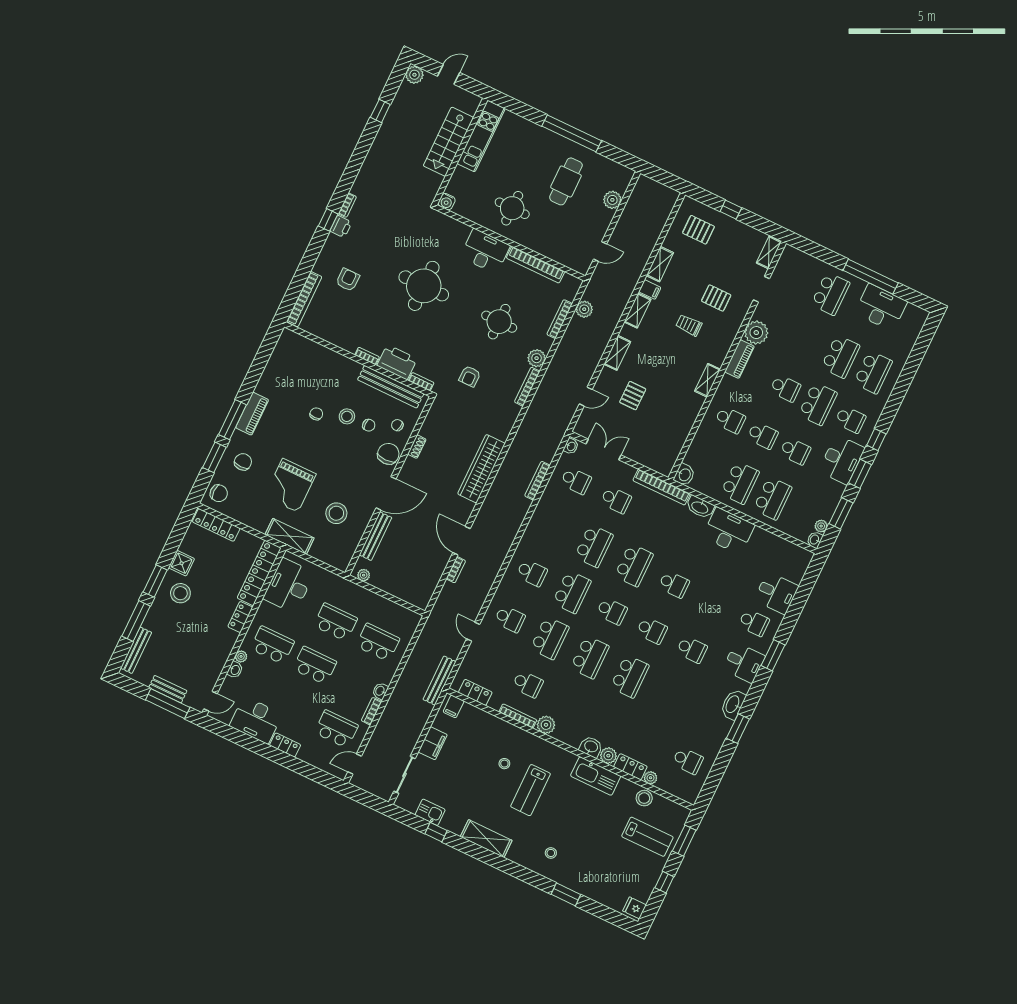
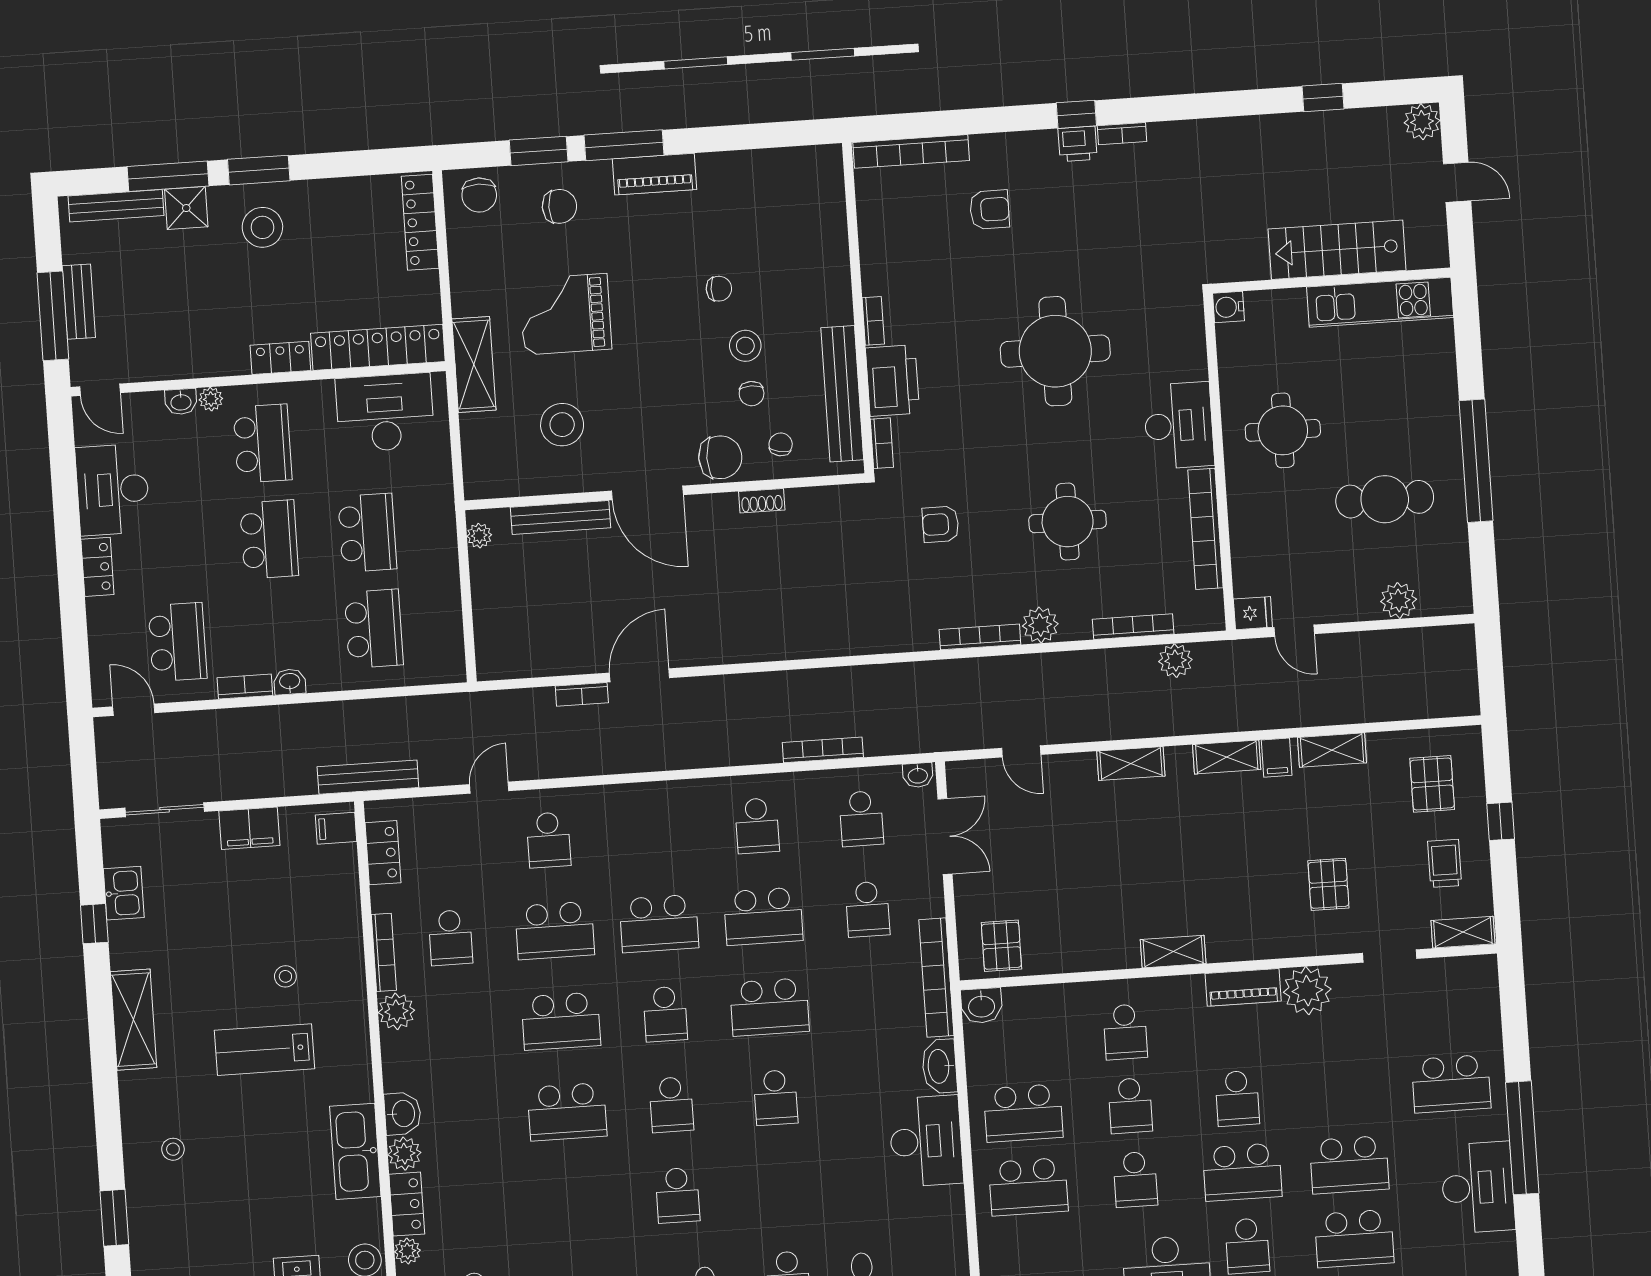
fridge: (583, 265) -> (1253, 613), added
trolley: (689, 325) -> (1445, 863), moved
pallet: (633, 396) -> (1001, 946), moved, turned 90
wardrobe: (481, 469) -> (788, 638), removed
shower: (182, 563) -> (186, 208), moved
school desk: (532, 573) -> (757, 826), moved

